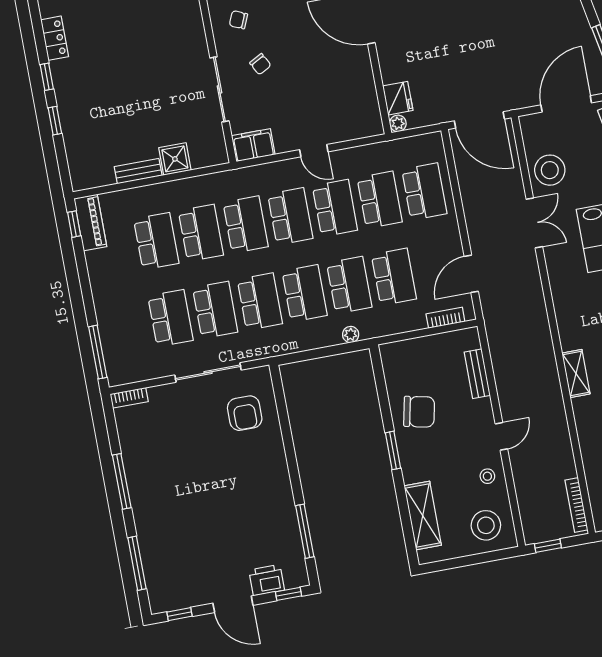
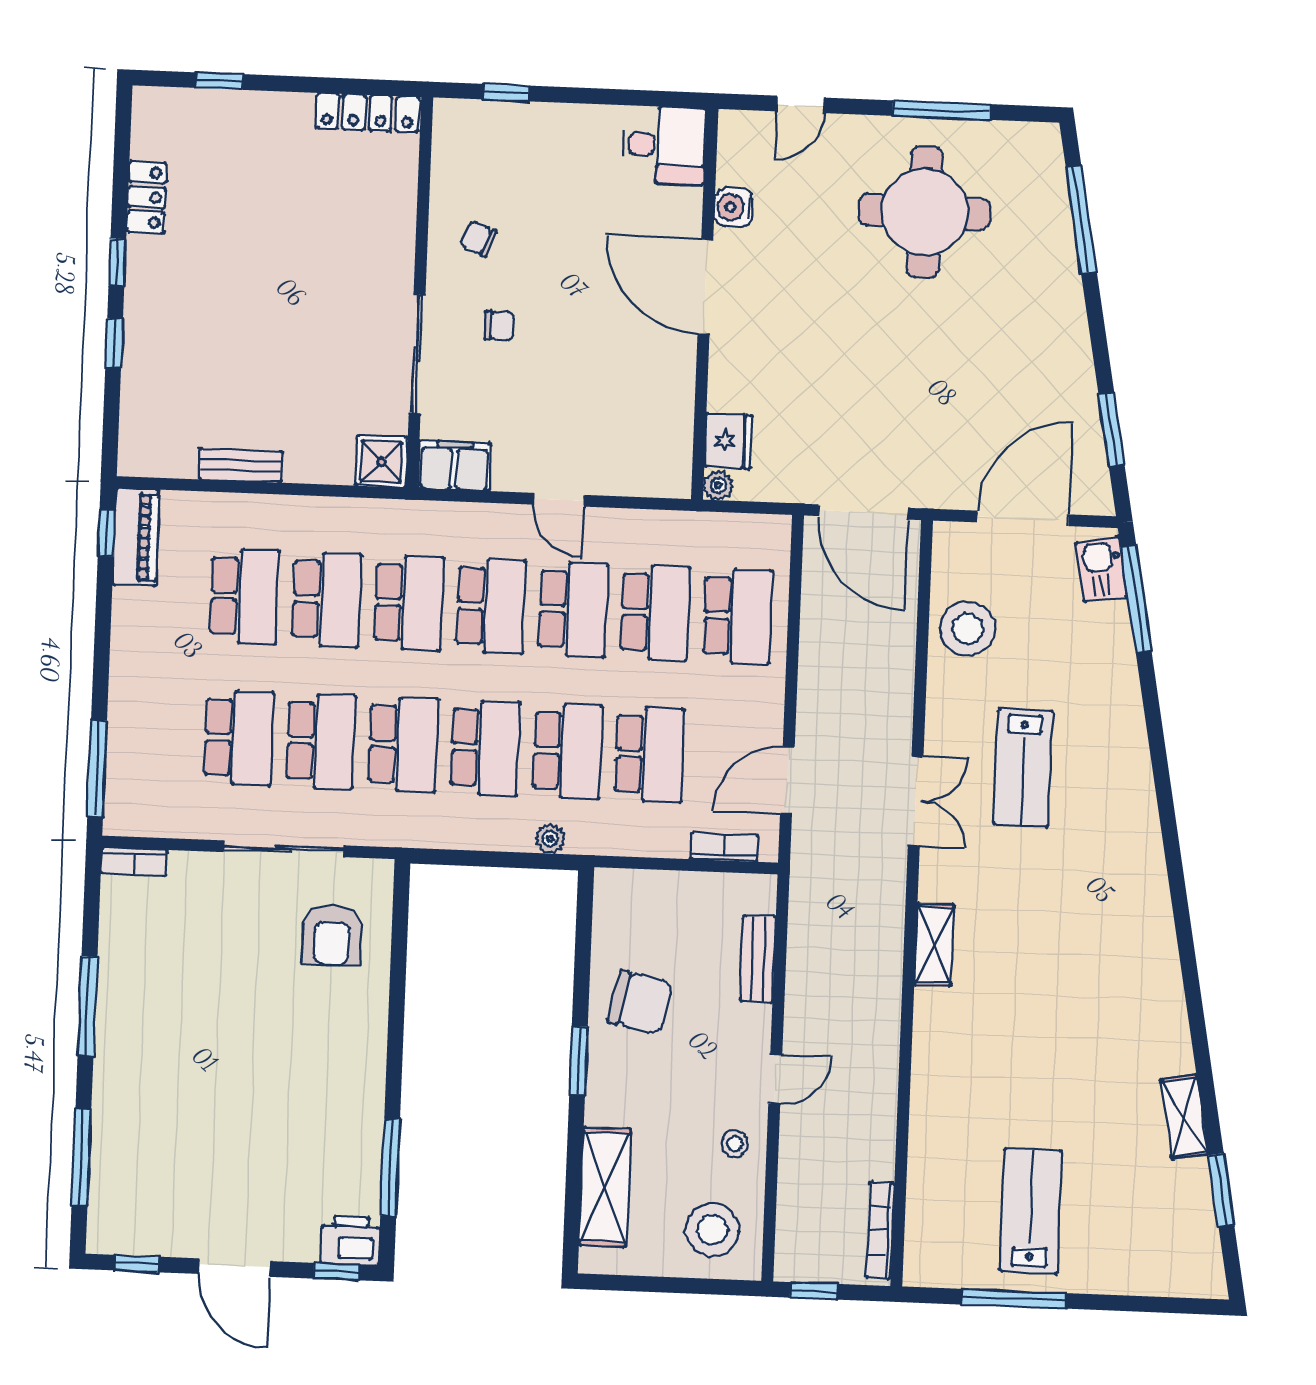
chair: (260, 64) -> (499, 326), turned -62
shower: (175, 159) -> (382, 461), moved
double door: (534, 223) -> (916, 801), moved
shelving: (576, 374) -> (934, 945), moved
printer: (267, 580) -> (351, 1241), moved

